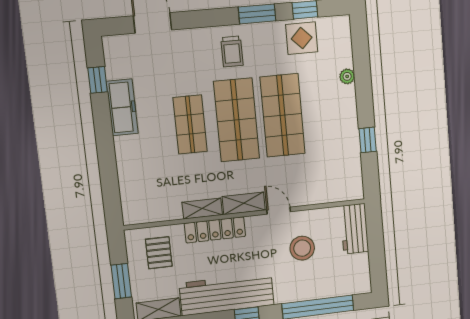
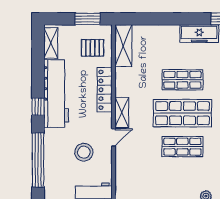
shop shelf: (283, 115) -> (182, 147), width x0.70, depth x0.74
shelving: (202, 209) -> (123, 46), moved, width x1.50, depth x1.33
window: (121, 281) -> (88, 19), moved

